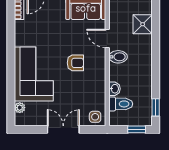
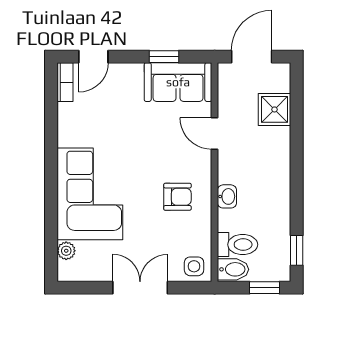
bidet: (118, 57) -> (233, 269), moved
armchair: (75, 63) -> (177, 197), moved
washbasin: (115, 89) -> (227, 196), moved

